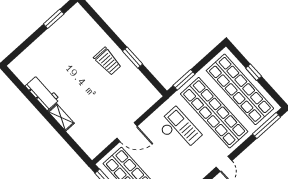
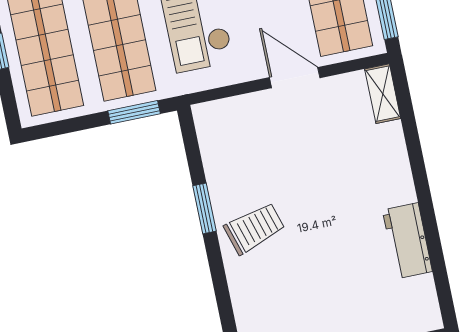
trolley: (108, 61) -> (254, 228), turned 73
shelving: (61, 117) -> (383, 94), moved

